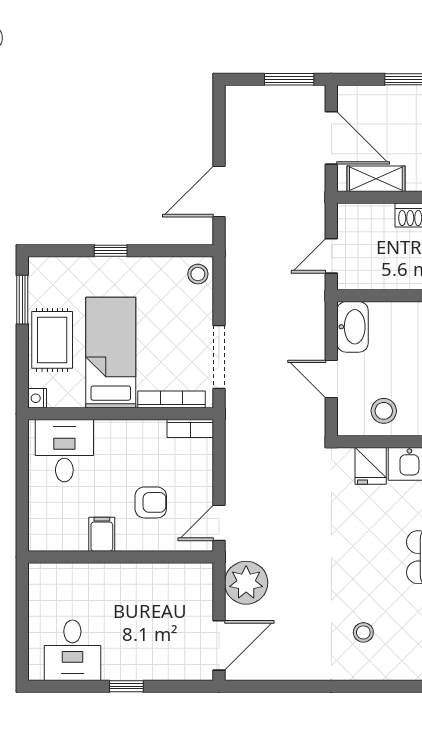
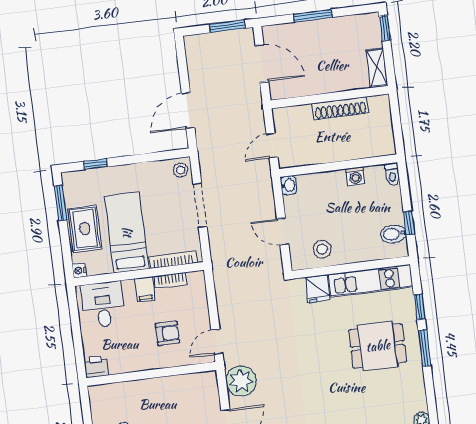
shelving: (376, 179) -> (296, 88), removed
window: (111, 251) -> (96, 164), moved
washbasin: (353, 327) -> (289, 185), width x0.52, depth x0.69
doorway: (219, 357) -> (200, 205), moved
bookcase: (190, 428) -> (171, 281), moved
filing cabinet: (102, 534) -> (145, 289), moved, turned 180
printer: (44, 537) -> (96, 367), added
stool: (363, 632) -> (327, 405), removed

